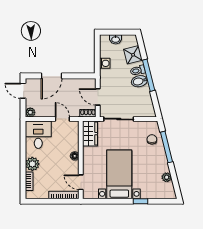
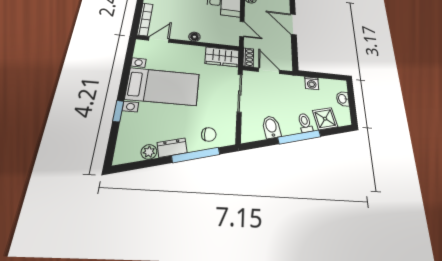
bidet: (139, 81) -> (271, 127), moved
door: (98, 97) -> (269, 71), hinge flipped
door: (62, 119) -> (242, 29), hinge flipped
dresser: (163, 163) -> (172, 148), added

